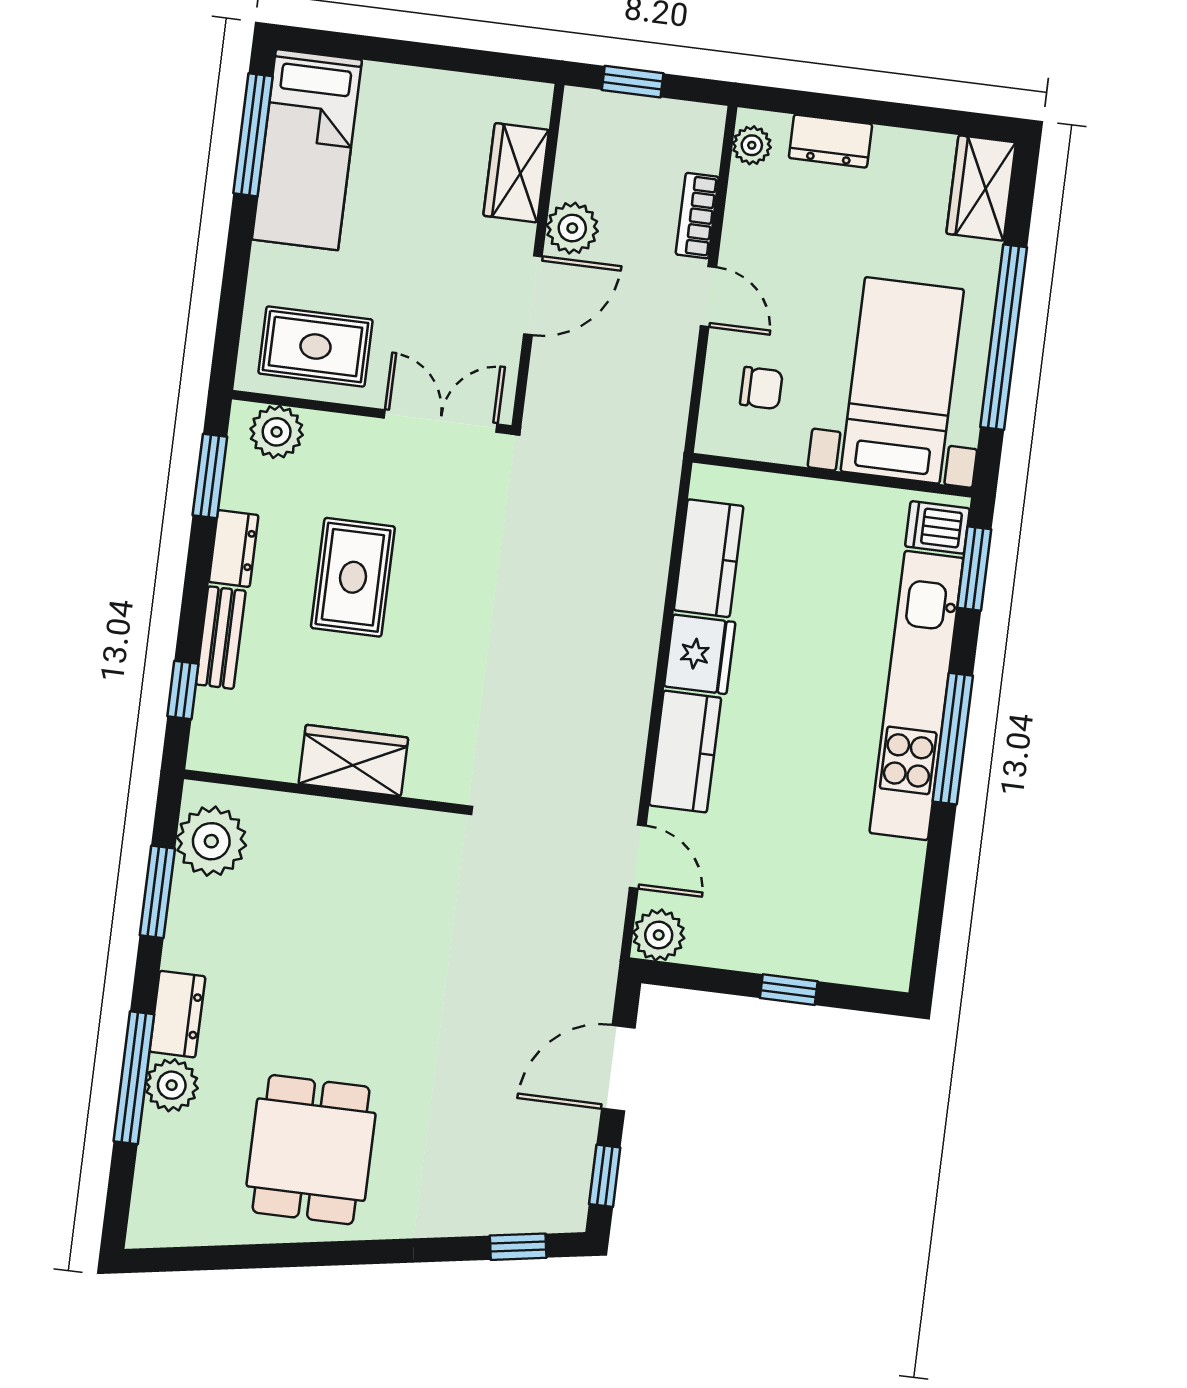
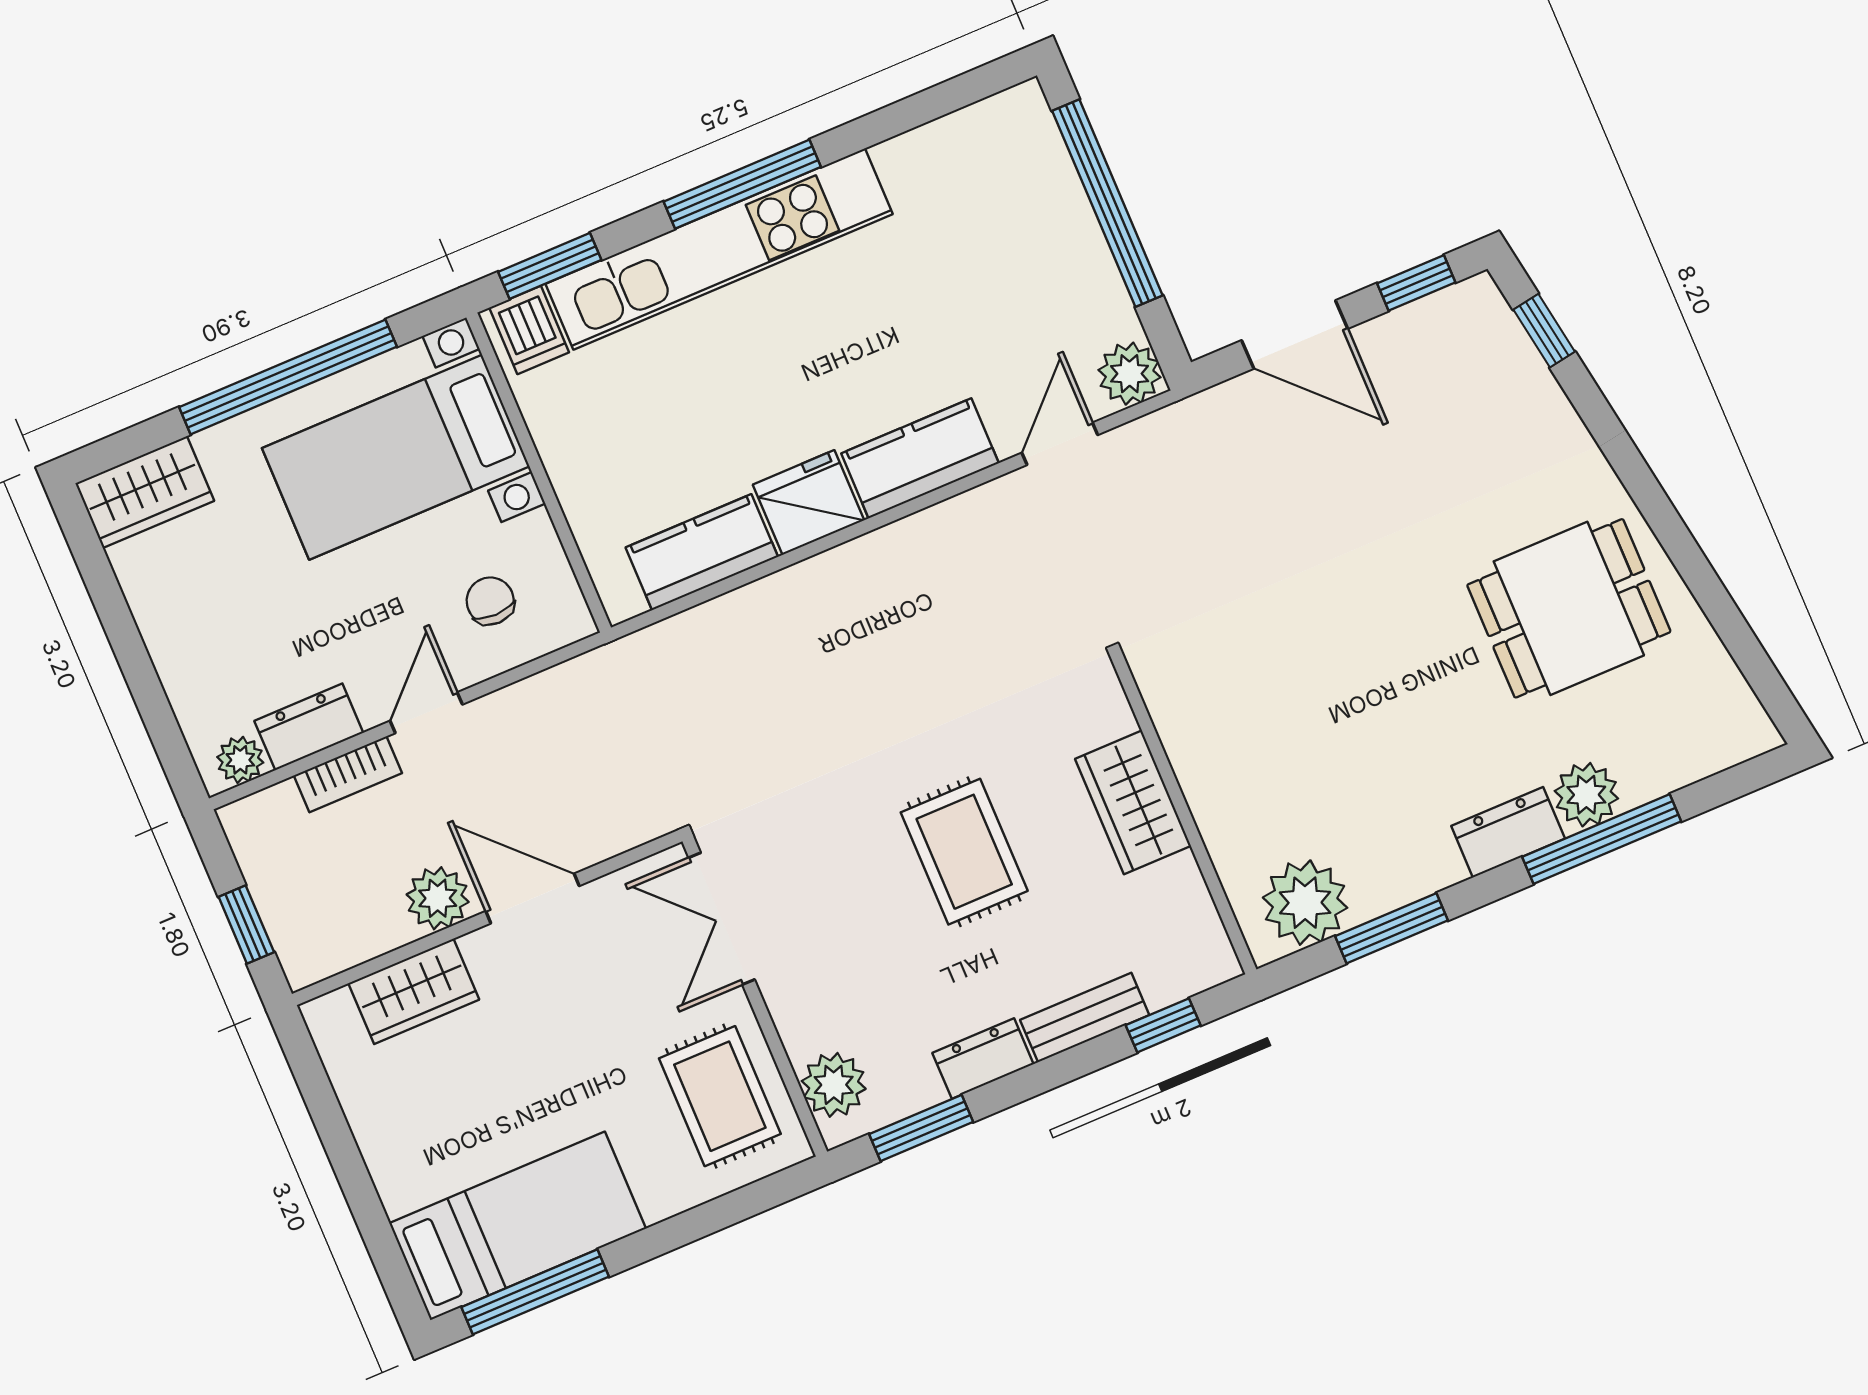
dresser: (830, 141) -> (309, 727), moved, turned -90
rug: (353, 577) -> (964, 852), moved, turned 90
window: (789, 990) -> (1107, 203), width x3.17

